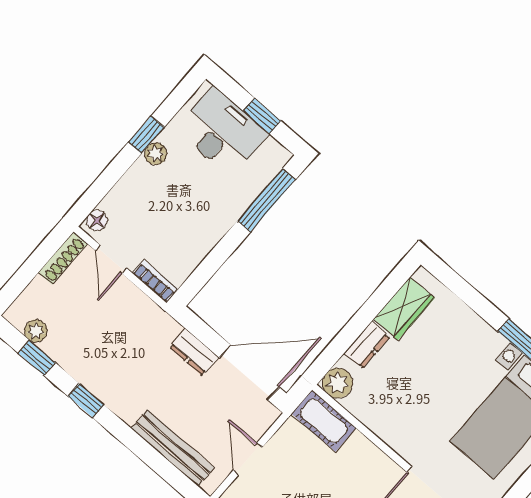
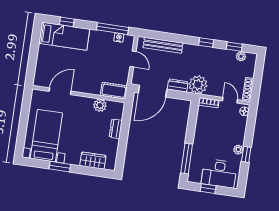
wardrobe: (404, 308) -> (93, 161), moved, turned 90
plant: (154, 329) -> (198, 85), added
plant: (338, 383) -> (100, 105), moved

